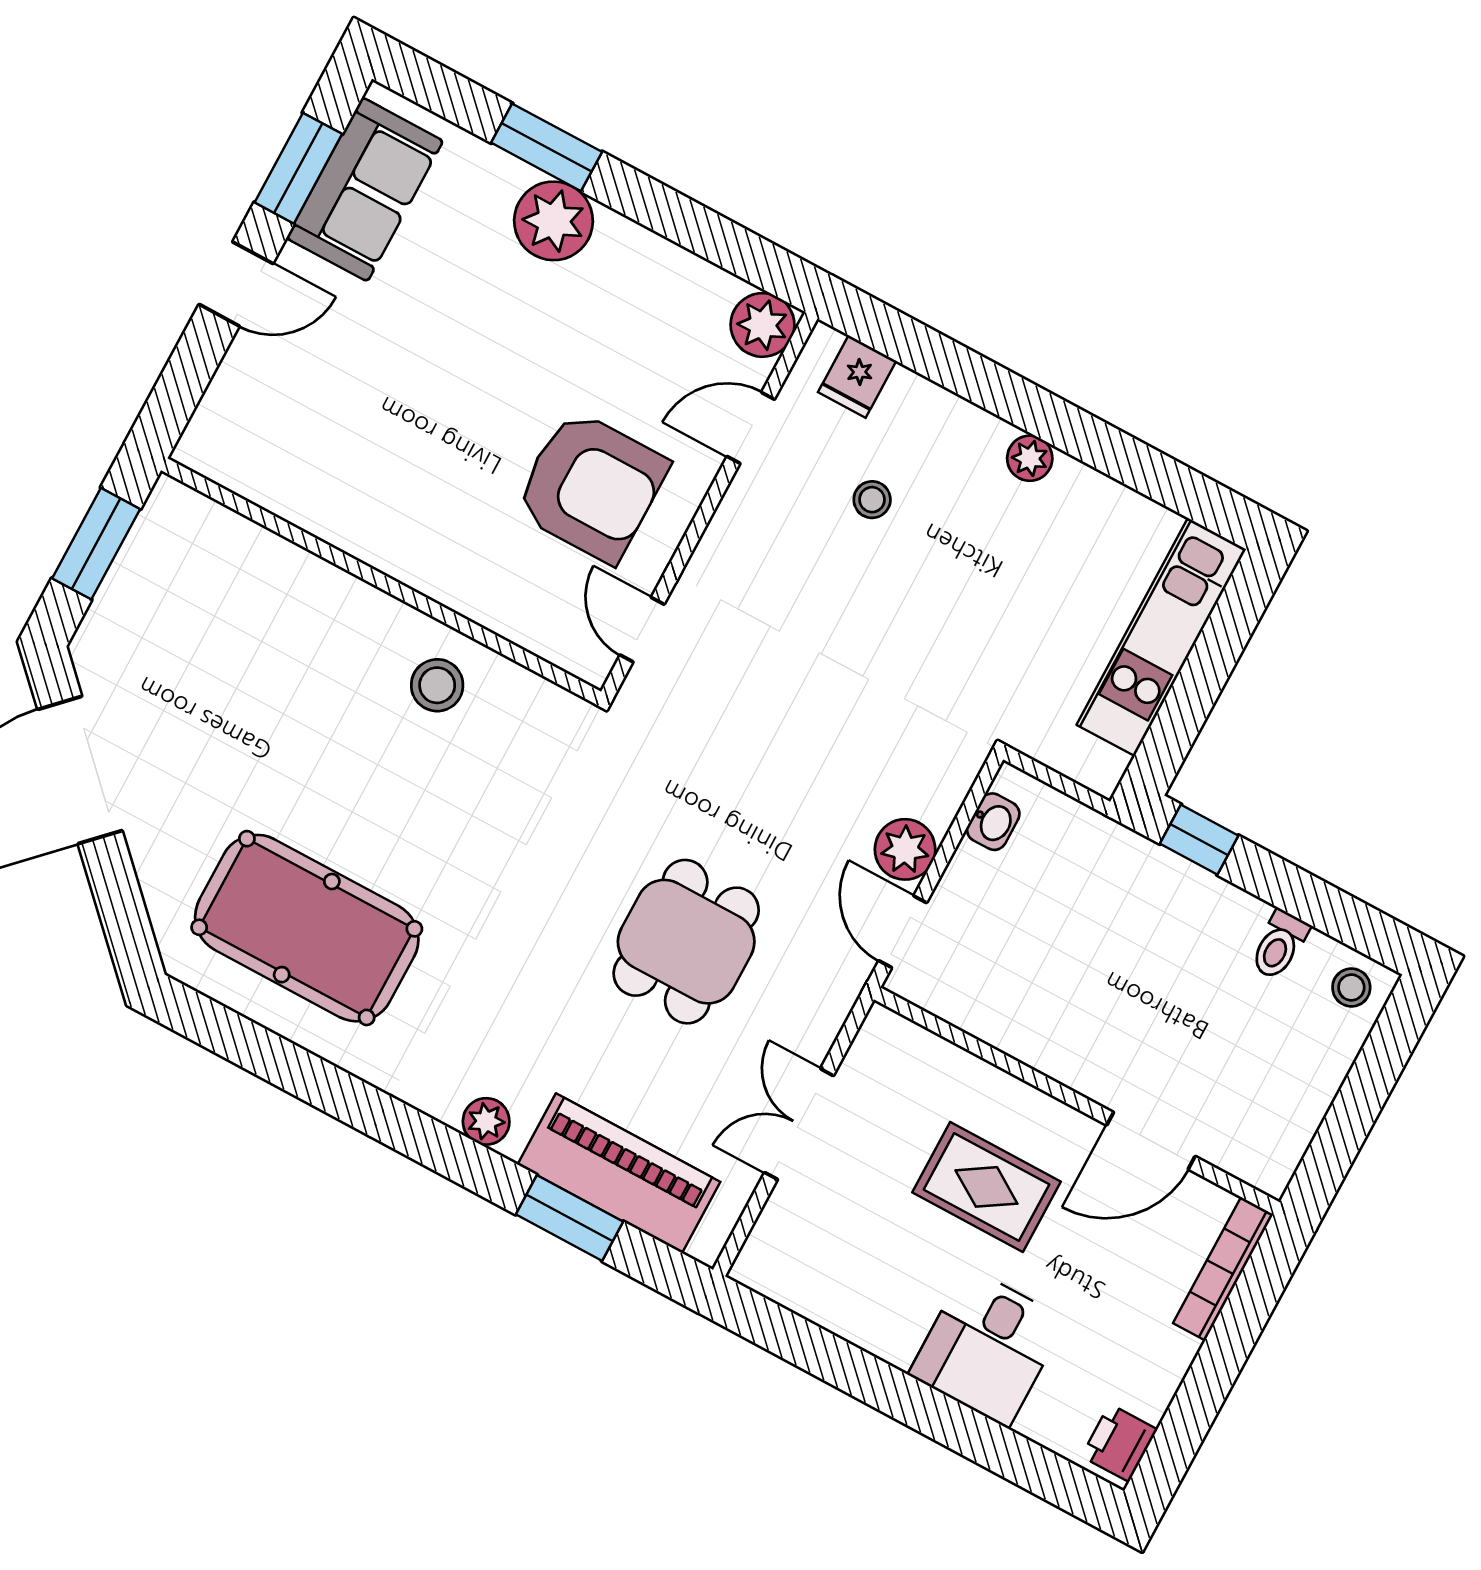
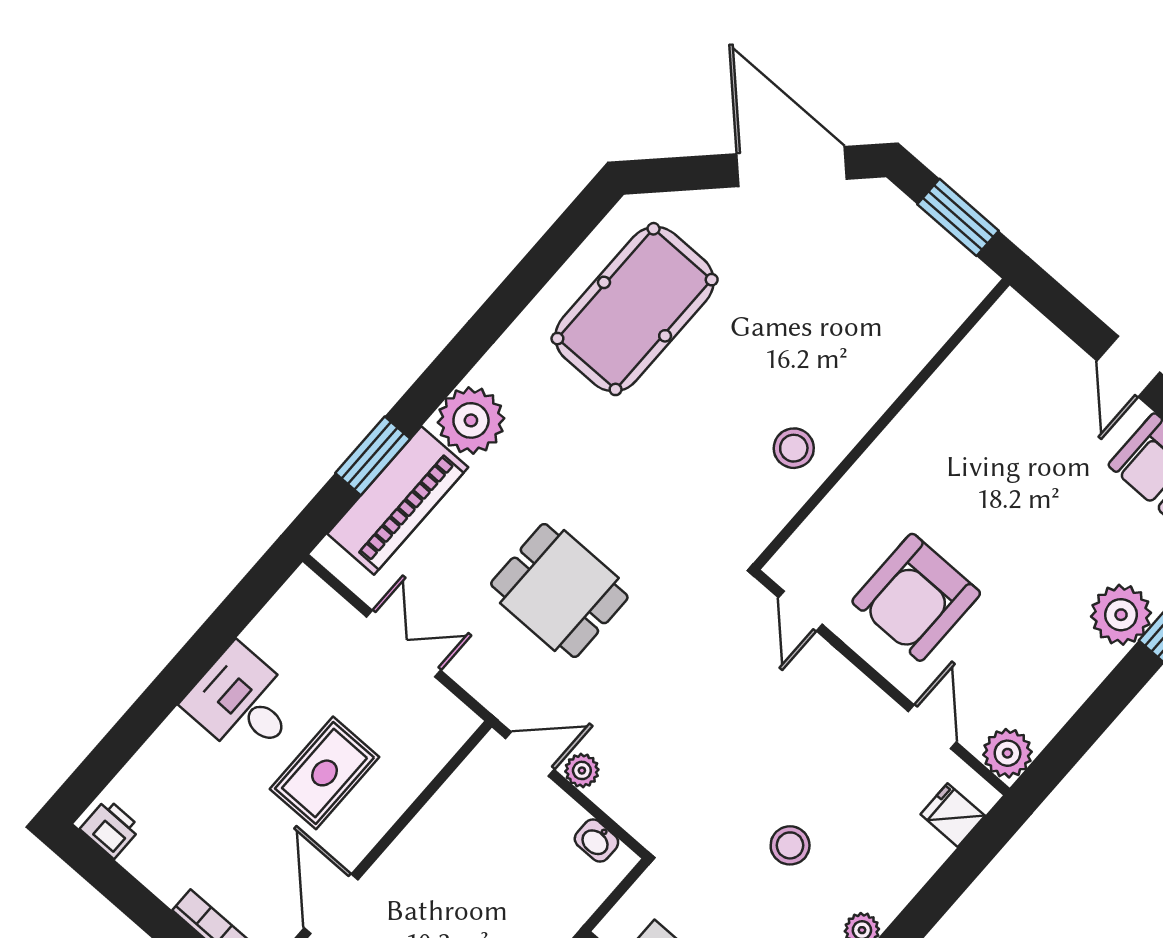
stool: (872, 500) -> (790, 845), moved, width x1.37, depth x1.37
door: (642, 630) -> (800, 611), swing flipped
plant: (905, 849) -> (582, 770), width x0.73, depth x0.73
plant: (486, 1121) -> (471, 420), width x1.87, depth x1.87
desk: (987, 1347) -> (243, 703), moved

